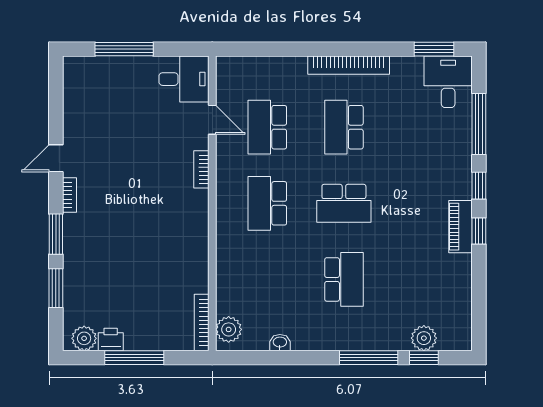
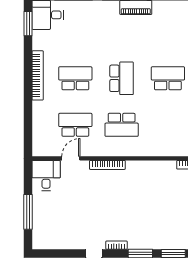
school desk: (267, 127) -> (75, 125), turned 180
school desk: (344, 127) -> (75, 78), turned 180
bookcase: (201, 169) -> (107, 165), width x1.56

